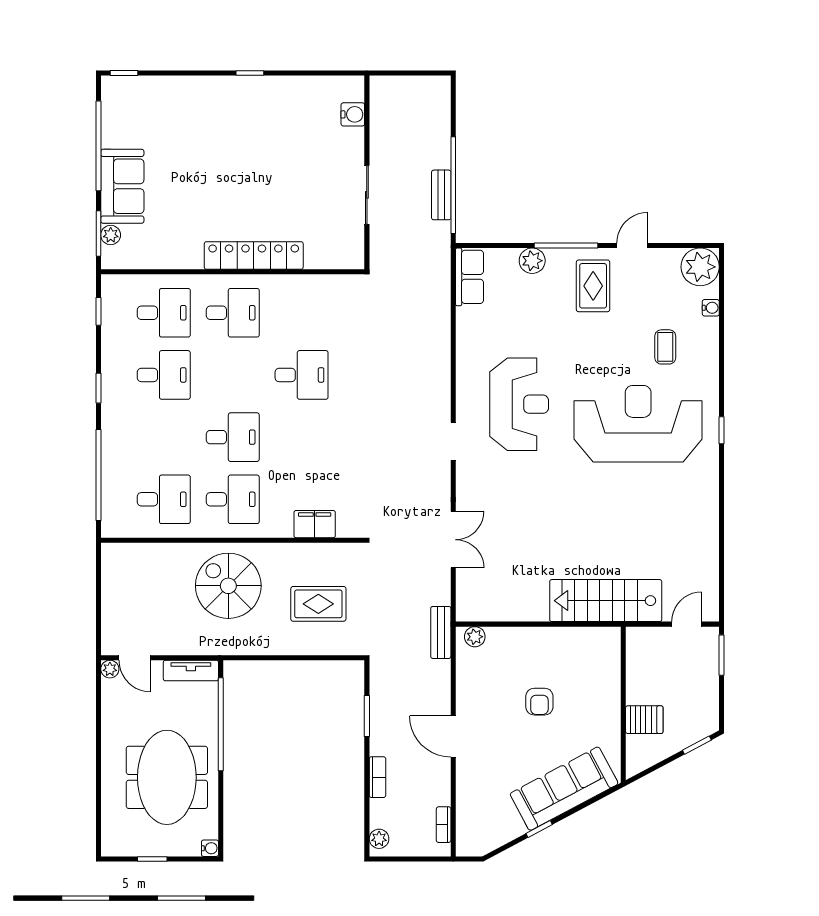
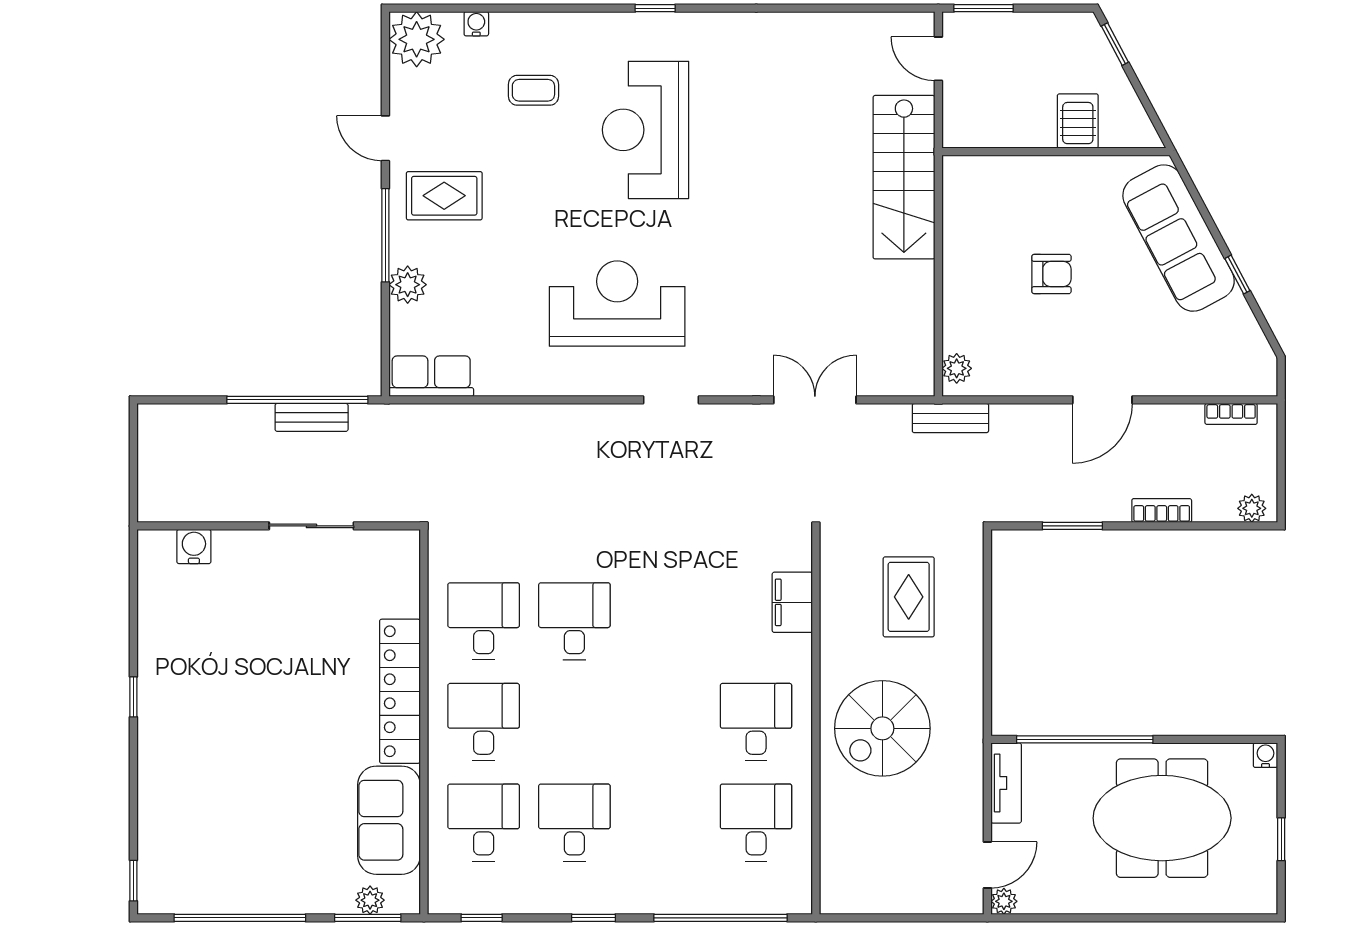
sofa: (122, 186) -> (389, 820), moved, turned -90
reception desk: (638, 424) -> (646, 130), width x0.74, depth x0.77
desk: (233, 437) -> (484, 621), moved

